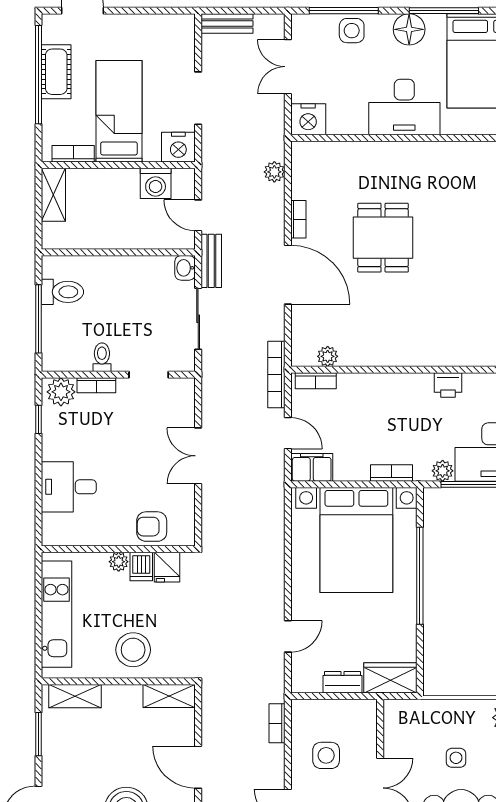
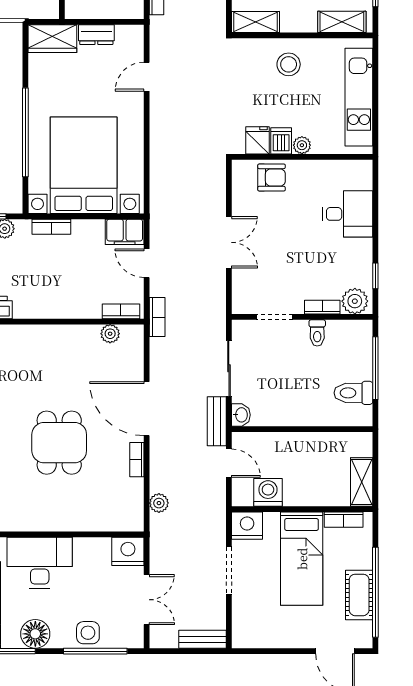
bookcase: (276, 375) -> (157, 317), width x0.64
stool: (133, 650) -> (289, 64), width x0.73, depth x0.73

